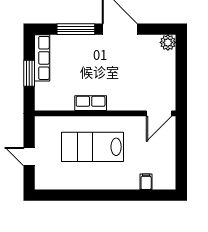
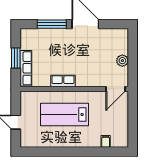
plant: (168, 42) -> (122, 61), moved
row of seats: (42, 58) -> (26, 68), moved

